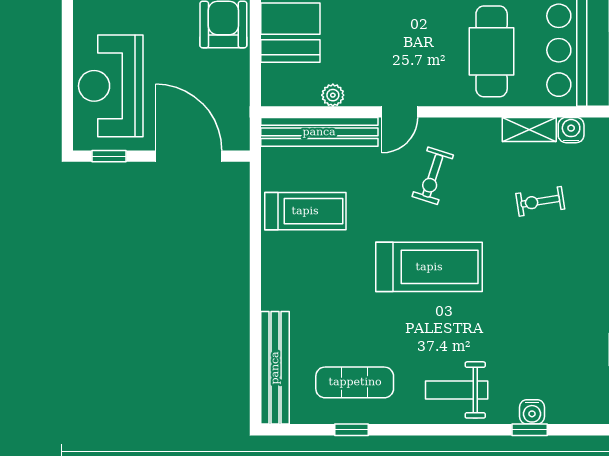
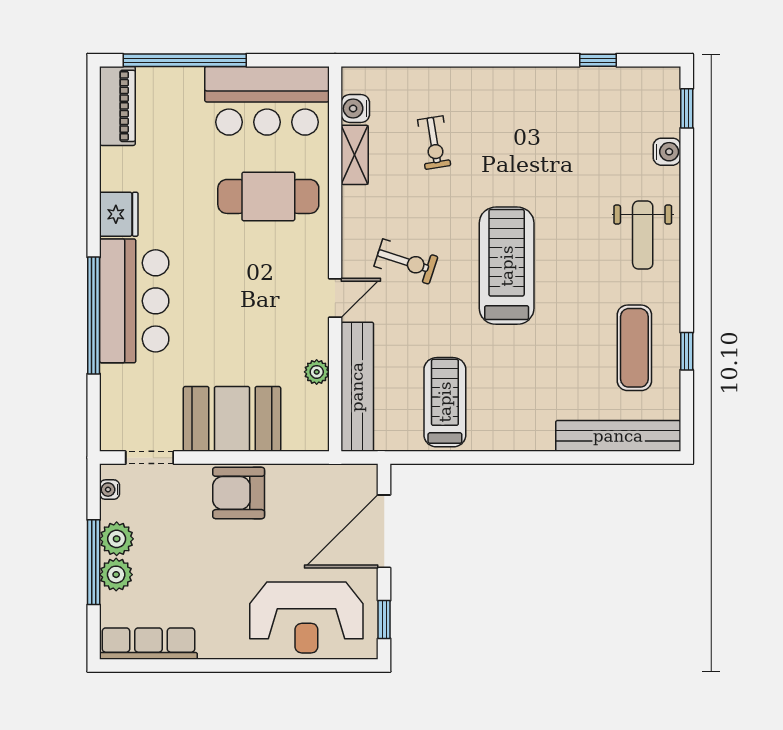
door: (400, 112) -> (335, 298), hinge flipped
window: (530, 430) -> (687, 108), moved

